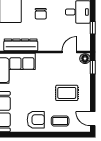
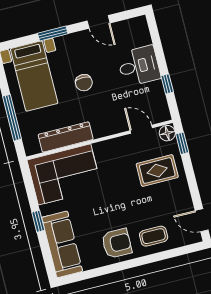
door: (69, 52) -> (141, 129), hinge flipped
rug: (67, 93) -> (157, 171), moved

